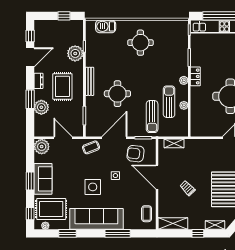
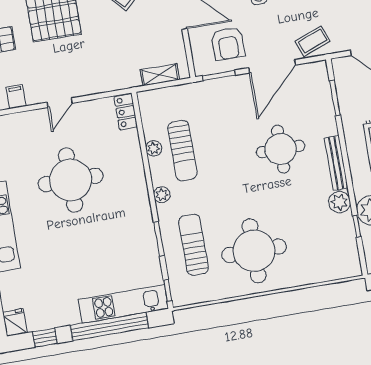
barbecue: (106, 26) -> (324, 270), removed
round table: (140, 43) -> (254, 251), width x1.36, depth x1.36
plant: (91, 61) -> (339, 202), added
locker: (195, 76) -> (126, 112), moved
sun lounger: (152, 117) -> (194, 245), moved
armchair: (136, 154) -> (228, 44), turned 83

